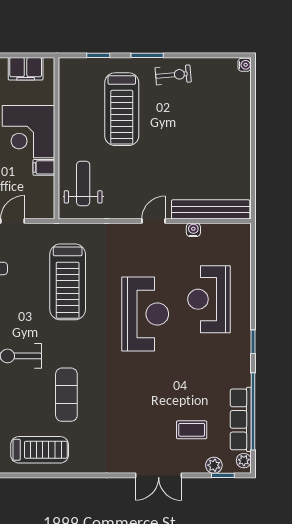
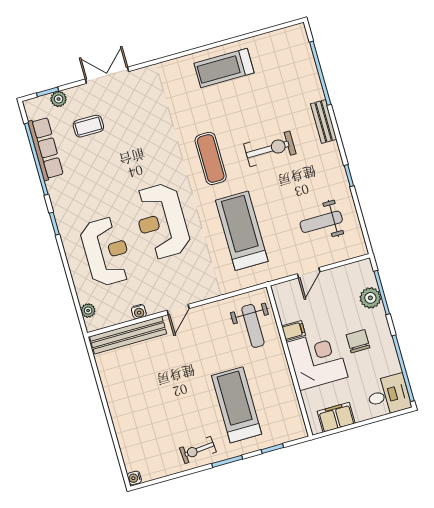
exercise mat: (66, 395) -> (211, 158), moved
plant: (244, 461) -> (88, 311), moved

